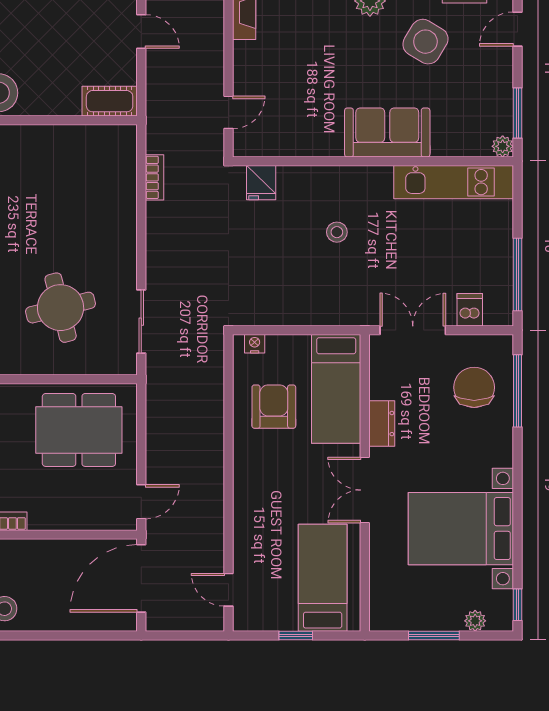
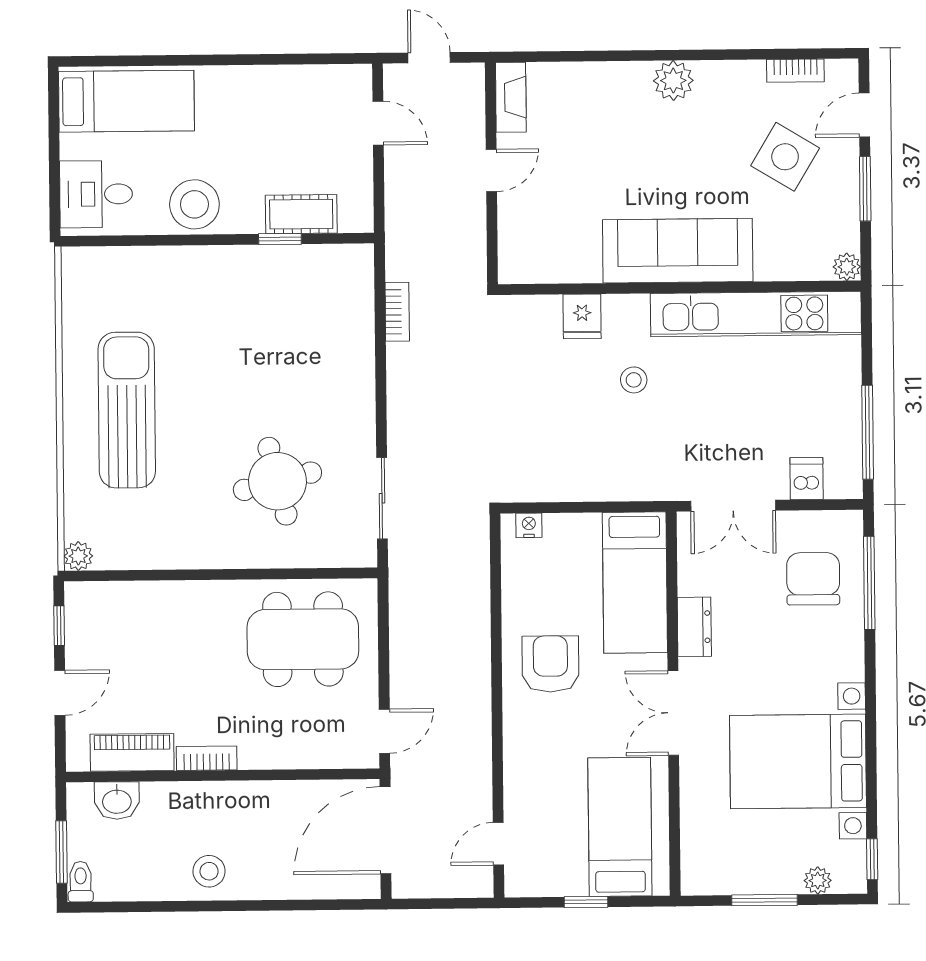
side table: (425, 42) -> (785, 157), moved
cot: (110, 101) -> (301, 214), moved
door: (228, 112) -> (491, 171), moved
window: (517, 113) -> (865, 189), moved
window: (64, 120) -> (280, 239), added
sofa: (387, 132) -> (678, 251), width x1.36
kitchen unit: (454, 182) -> (756, 314), width x1.36
fridge: (261, 183) -> (582, 316), moved
double door: (413, 330) -> (733, 506), swing flipped
armchair: (274, 407) -> (550, 664), moved
door: (228, 590) -> (498, 844), hinge flipped

